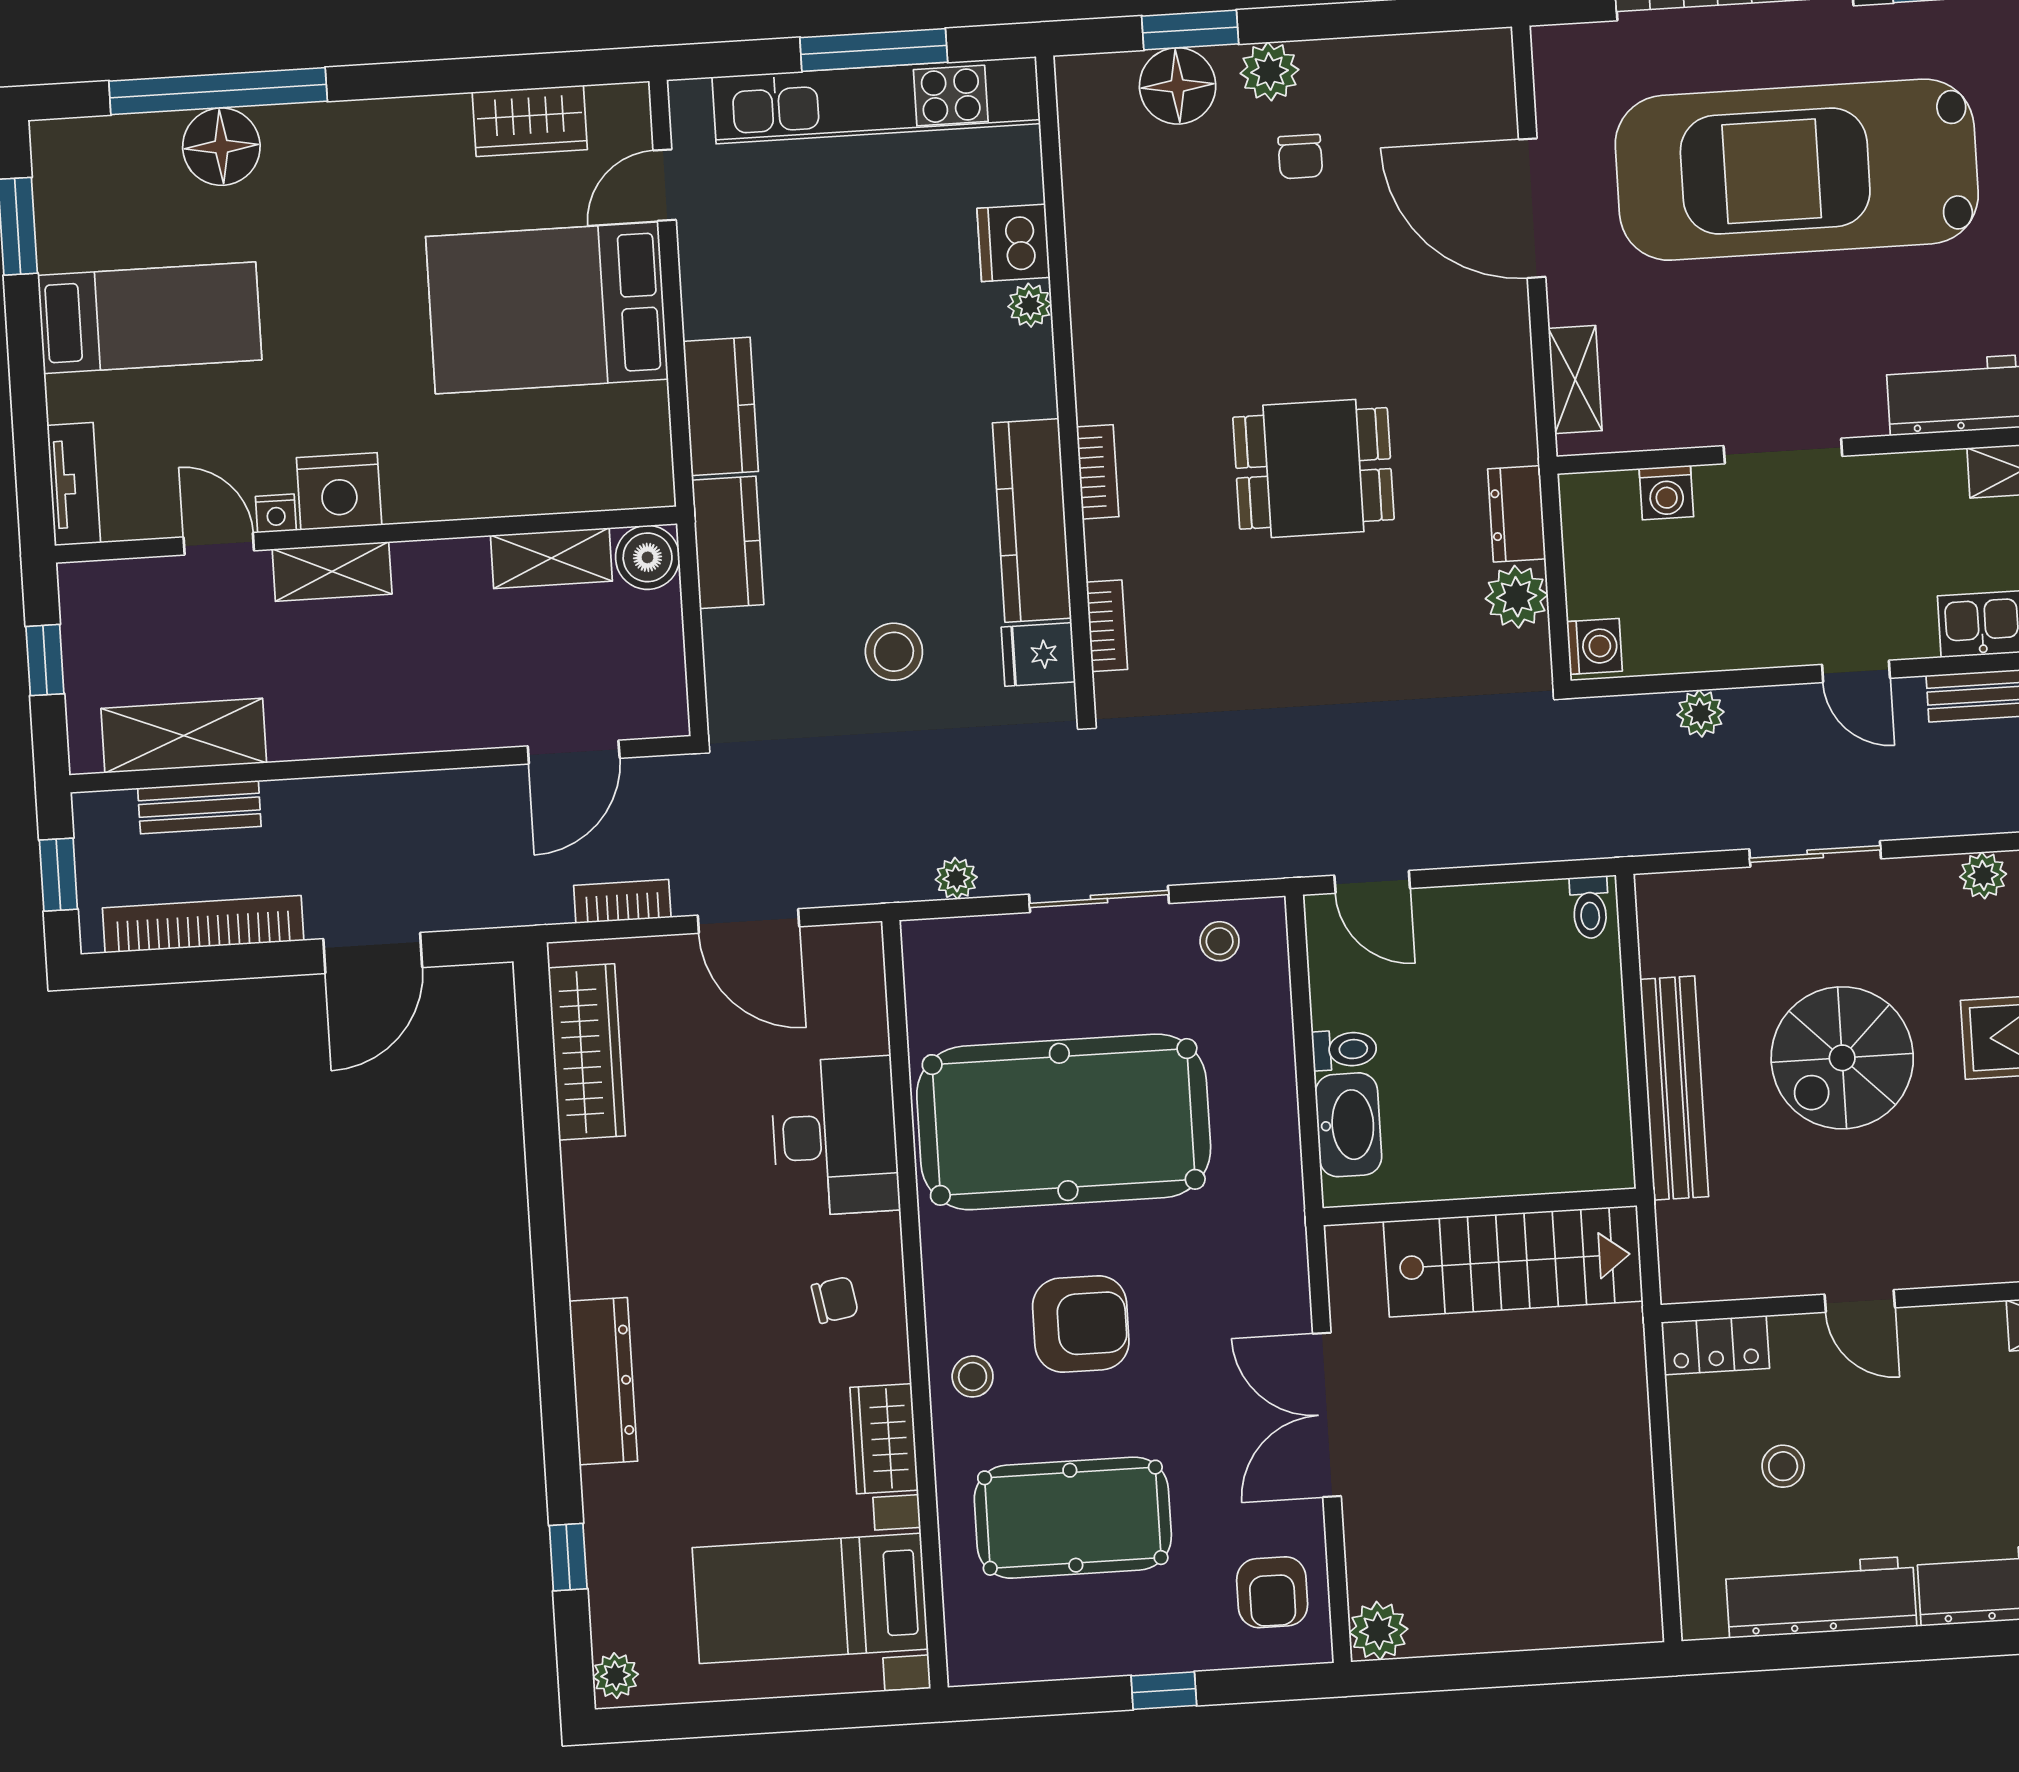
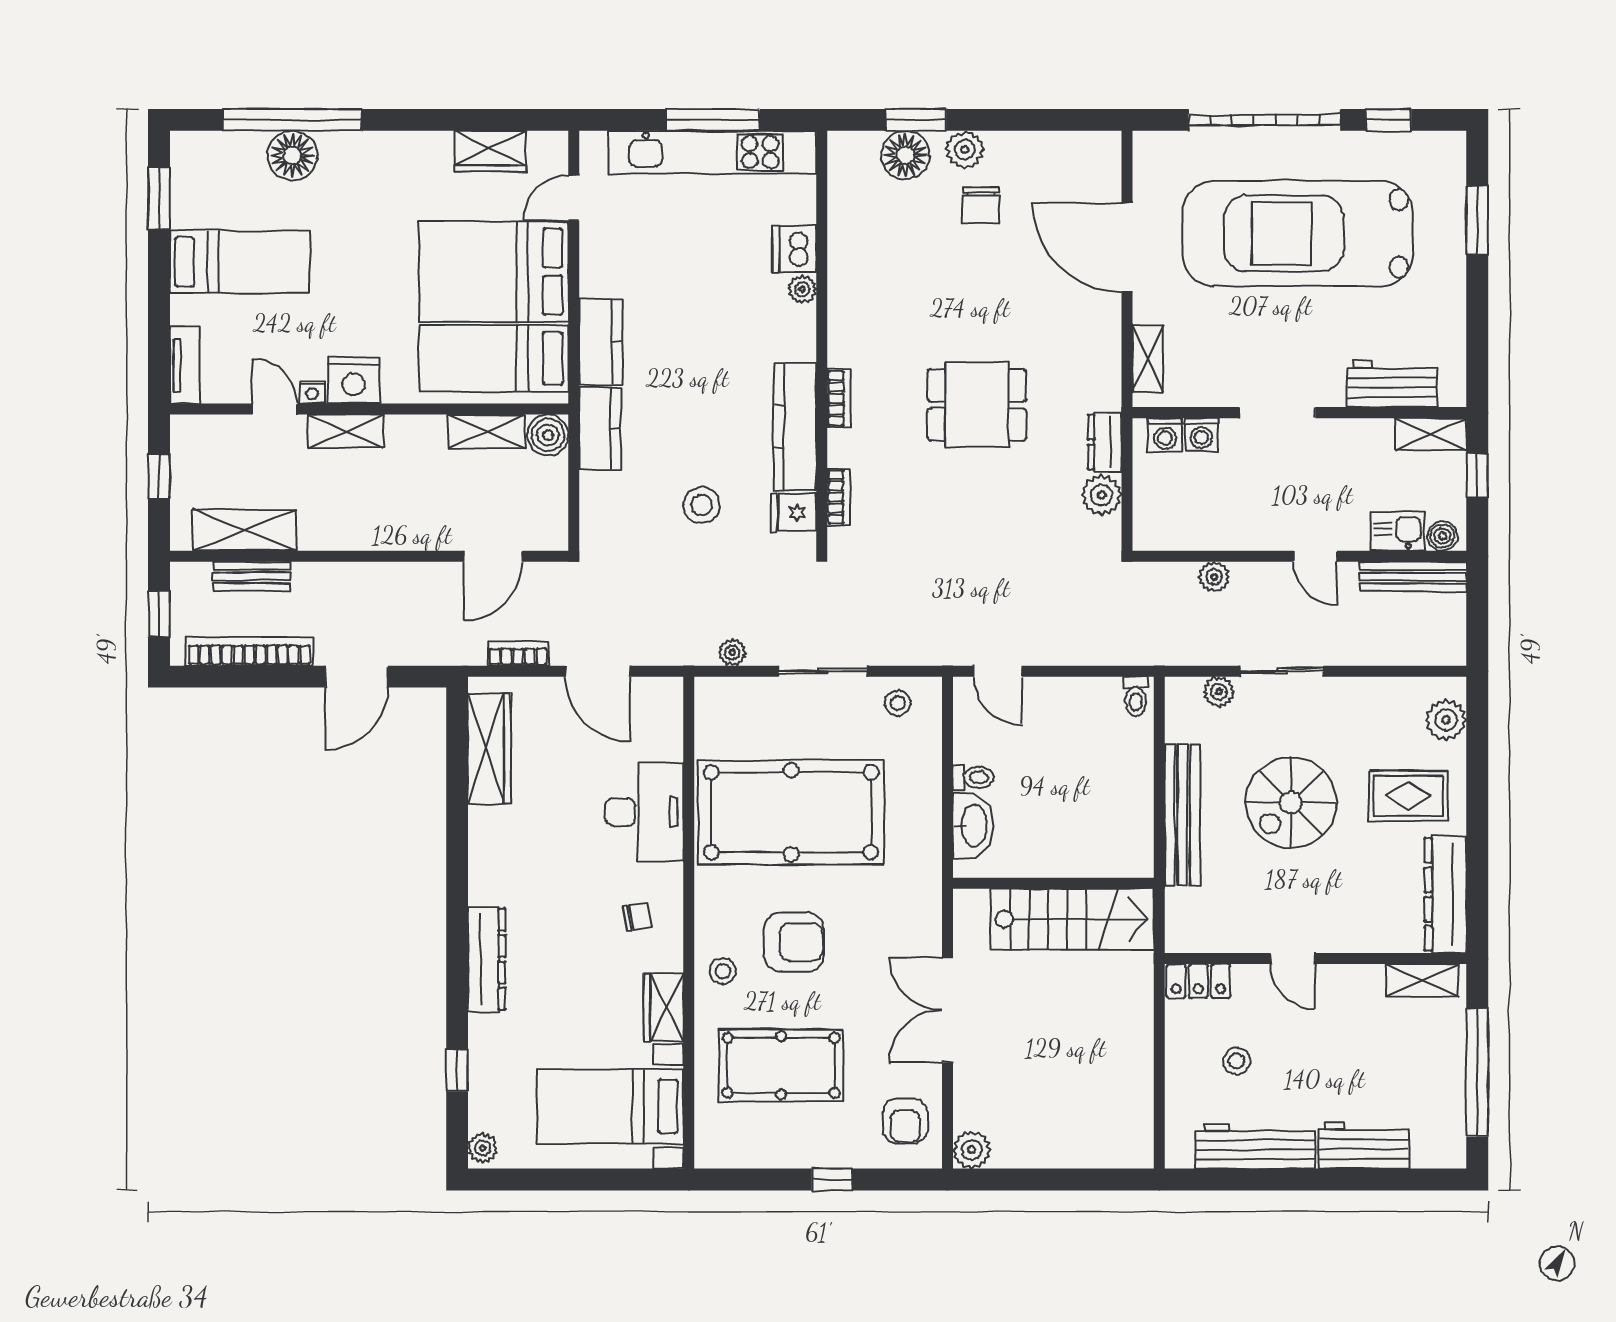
chair: (1300, 157) -> (981, 205), width x1.37, depth x1.37
bed: (556, 443) -> (494, 358), added
washing machine: (1595, 646) -> (1165, 435), moved, turned 90
plant: (1983, 875) -> (1219, 692), moved

